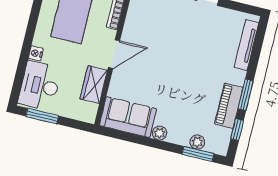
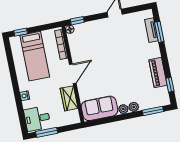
tv unit: (246, 45) -> (151, 30), width x0.71
desk: (40, 86) -> (37, 119), width x0.73
window: (246, 95) -> (159, 32), moved
plant: (197, 142) -> (134, 107), moved

